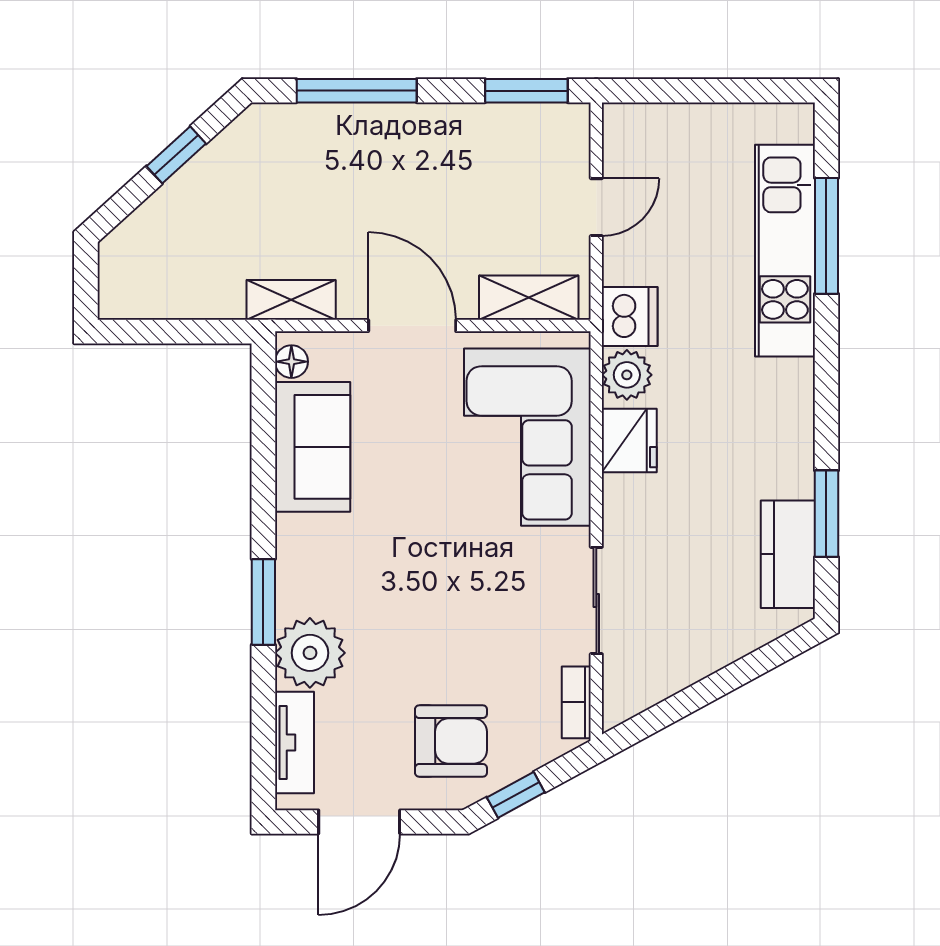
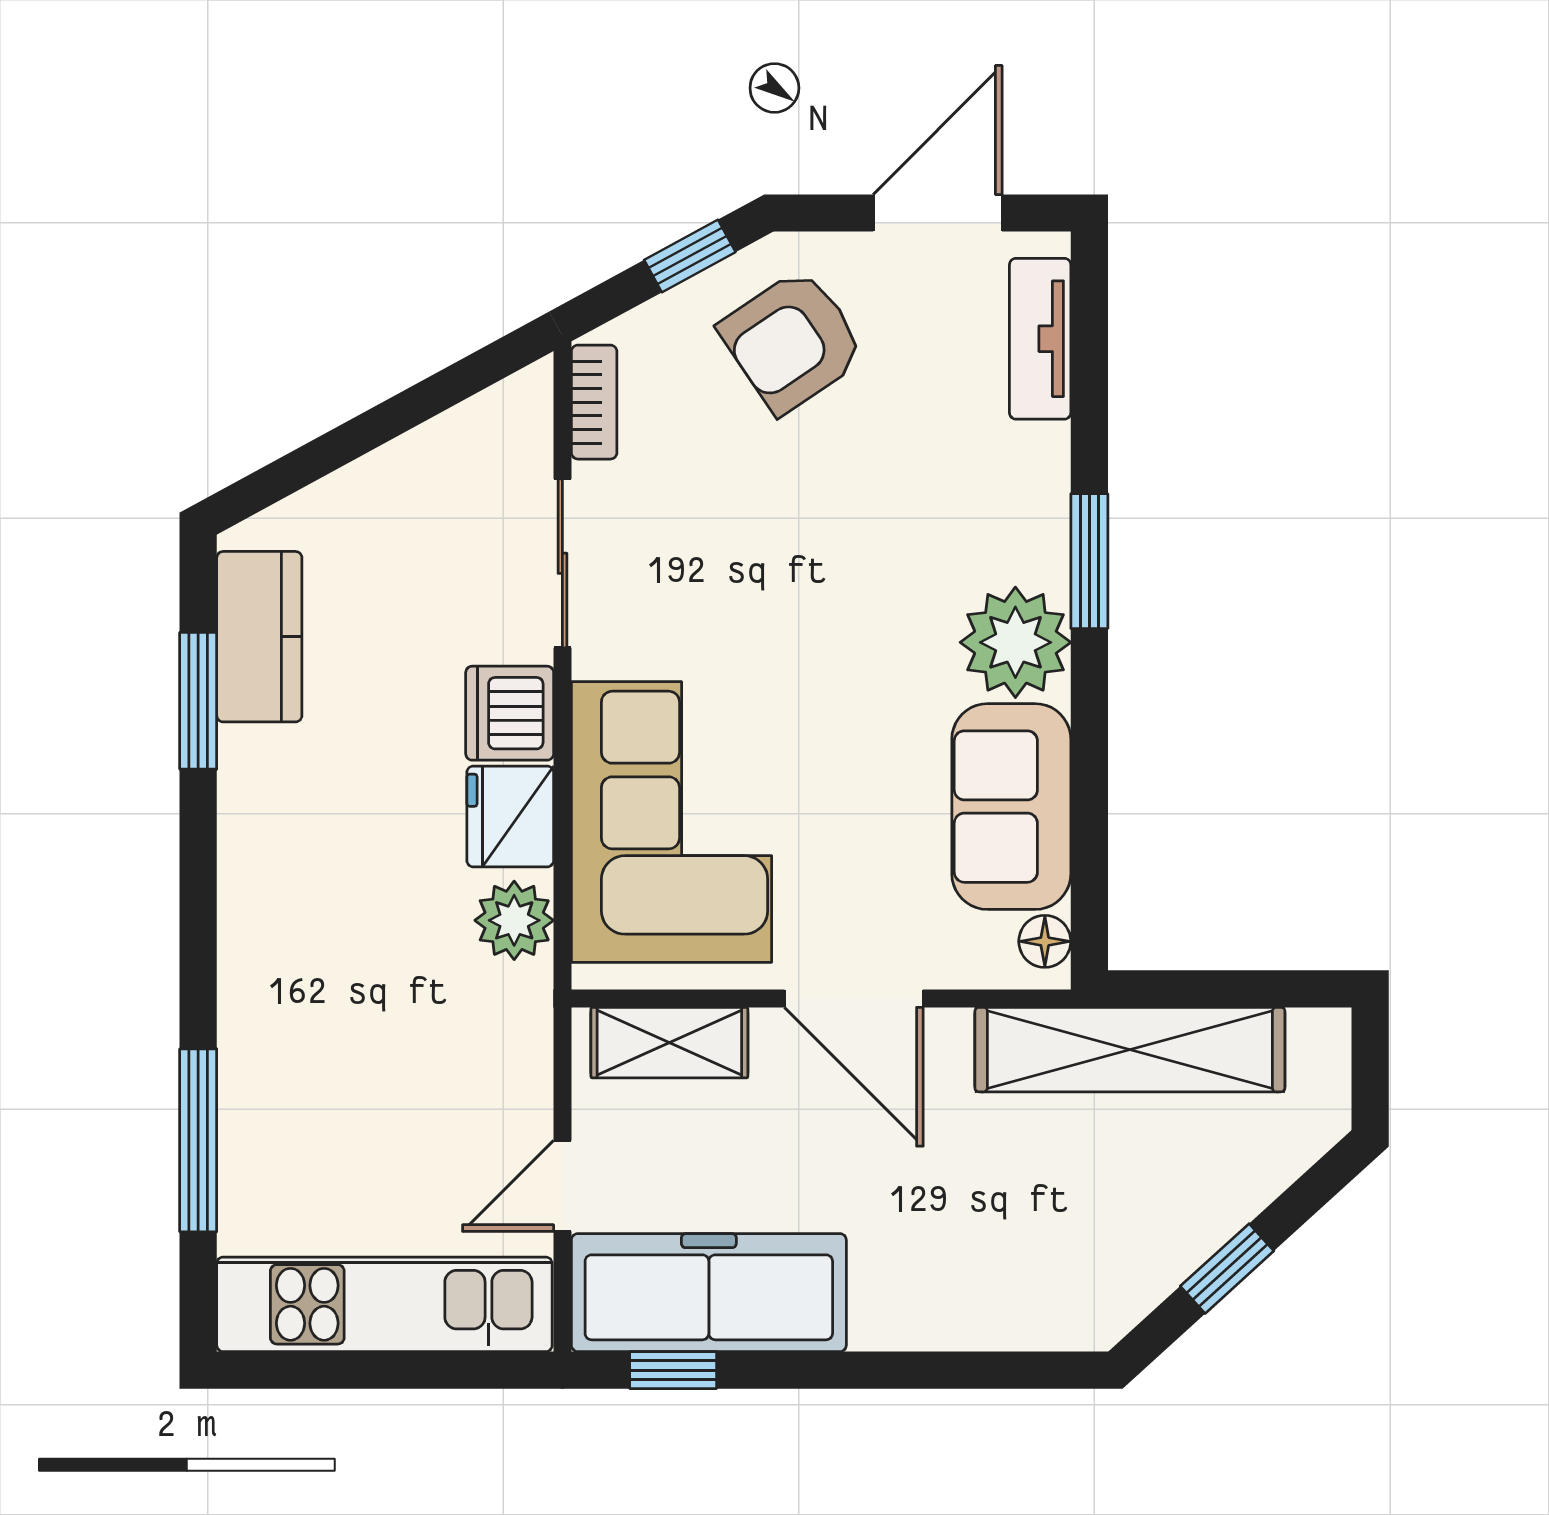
window: (357, 91) -> (942, 1370), removed
window: (526, 91) -> (673, 1370), width x0.67
freezer: (504, 140) -> (709, 1293), added
kitchen unit: (785, 251) -> (384, 1304), moved, turned -90
shelving: (291, 300) -> (1130, 1050), width x2.20, depth x1.33
dishwasher: (630, 317) -> (510, 713), moved
plant: (310, 653) -> (1015, 642), moved
armchair: (451, 741) -> (792, 341), turned -34

